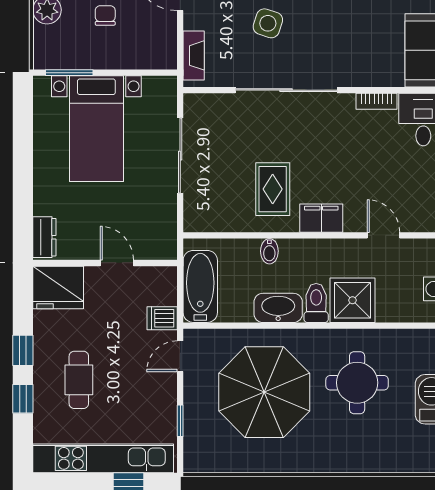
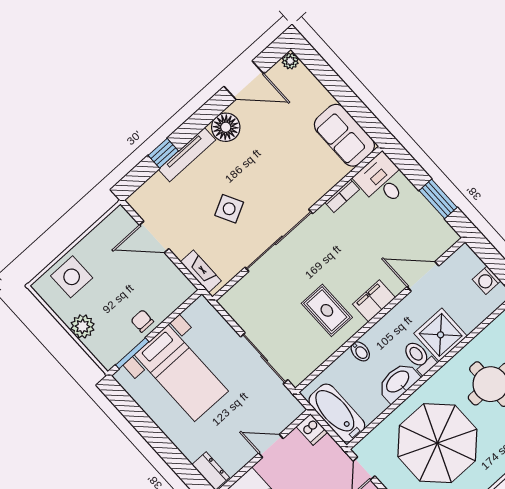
chair: (105, 15) -> (142, 321), moved
side table: (268, 23) -> (229, 209), turned 45
sliding door: (180, 156) -> (264, 358), moved
door: (383, 235) -> (423, 276), width x1.37
dishwasher: (162, 318) -> (312, 429), moved, turned -90

